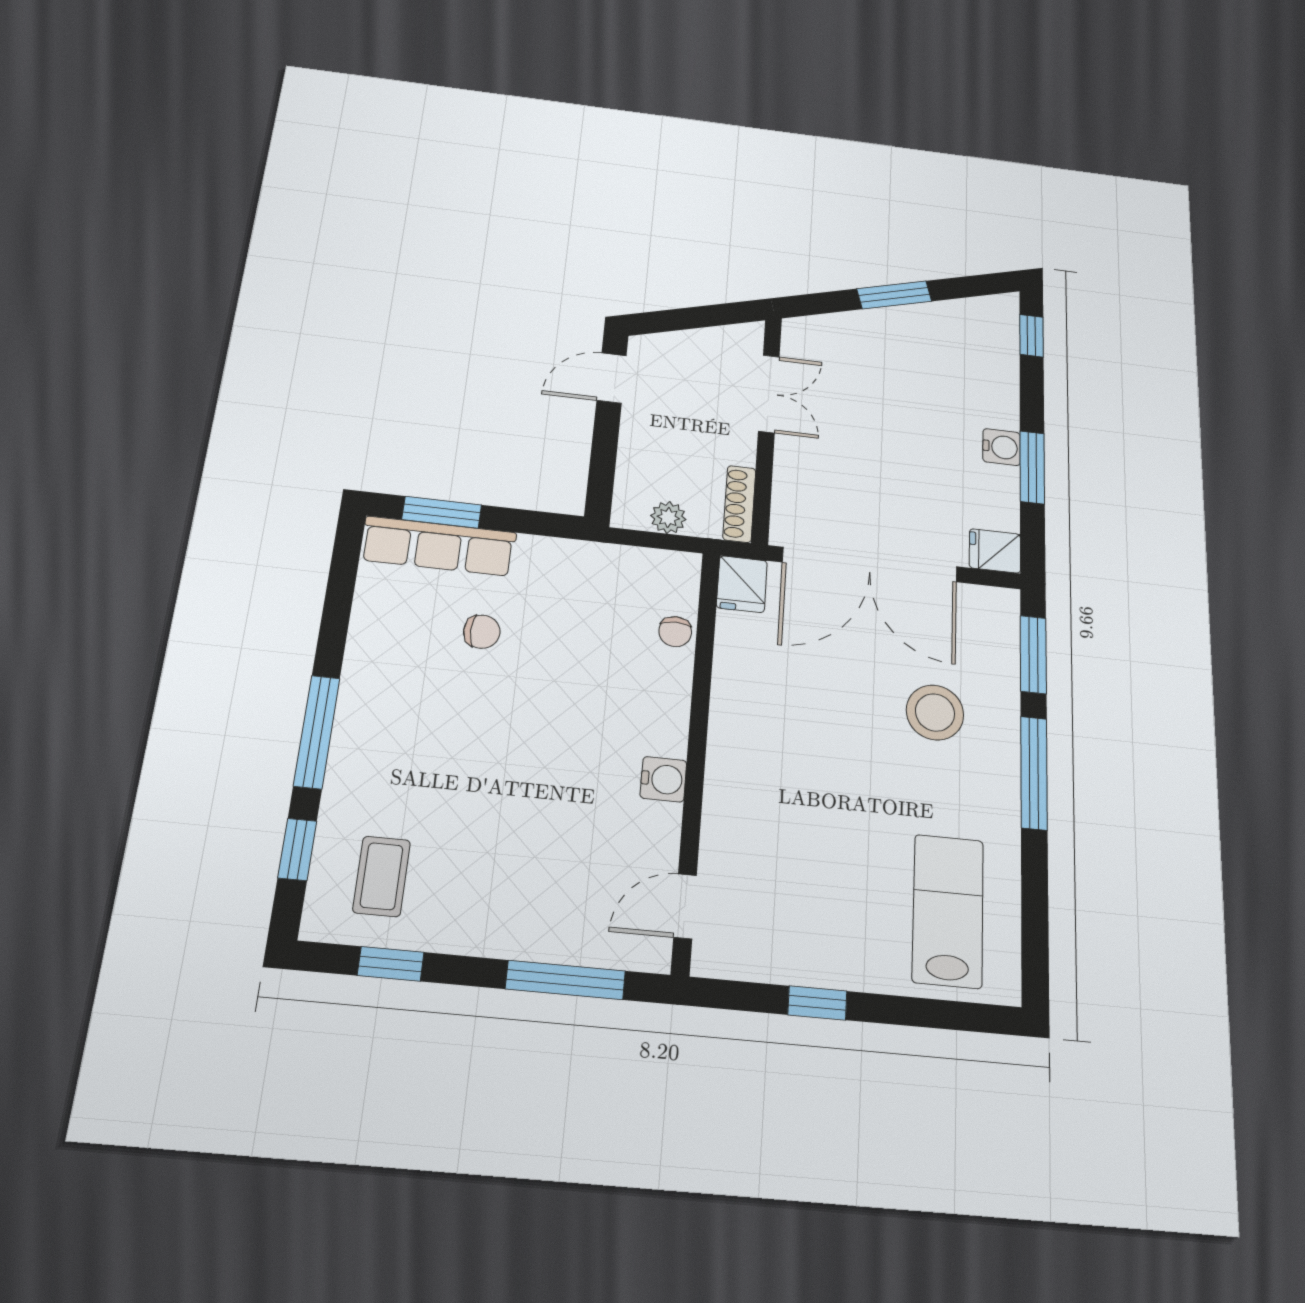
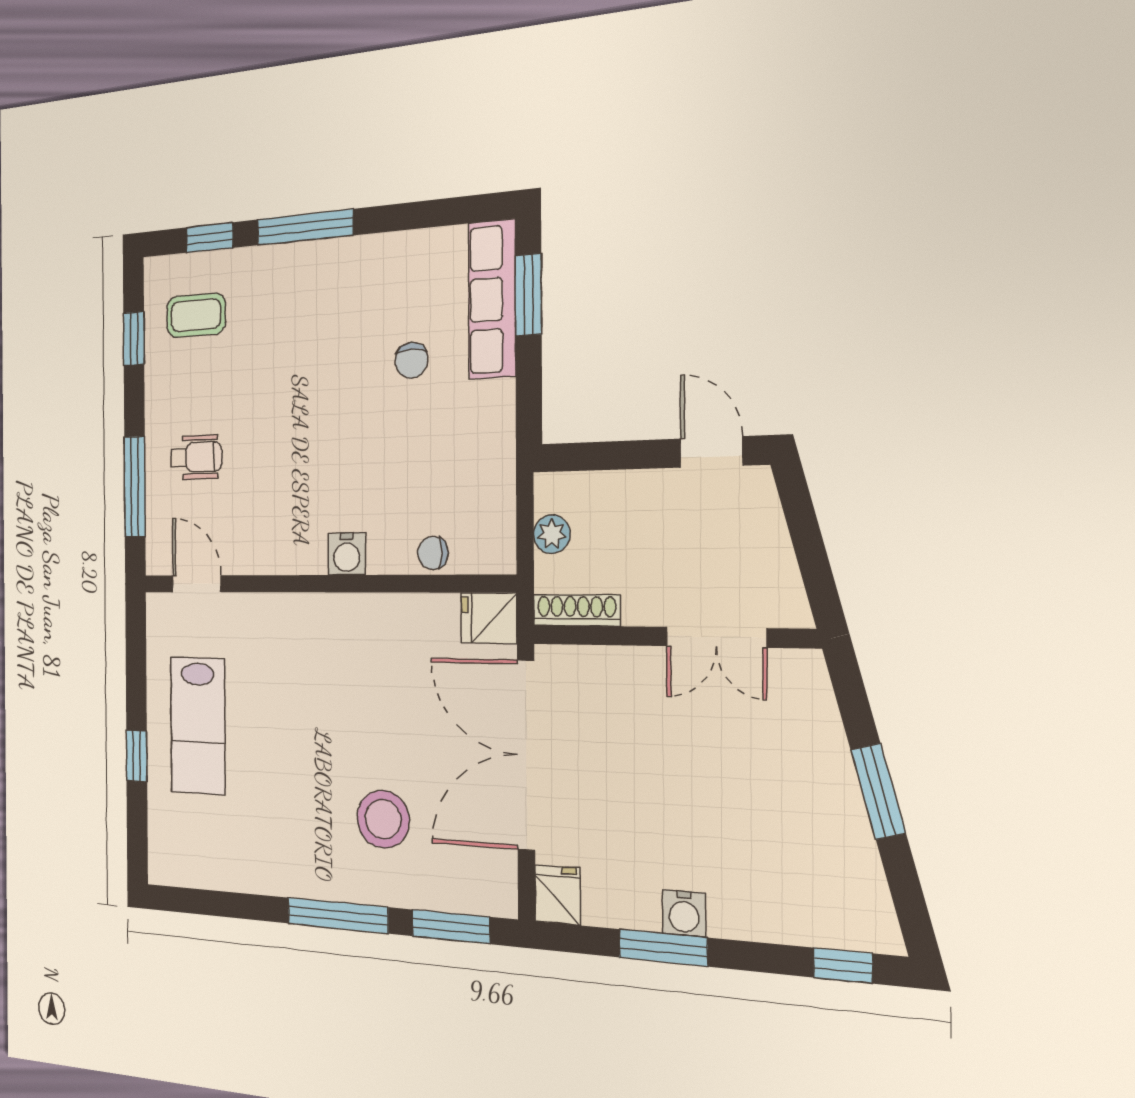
water cooler: (663, 779) -> (347, 554), moved
wheelchair: (543, 893) -> (196, 457), added
lab bench: (948, 911) -> (198, 726), moved, turned 90
window: (817, 1003) -> (137, 756), moved

